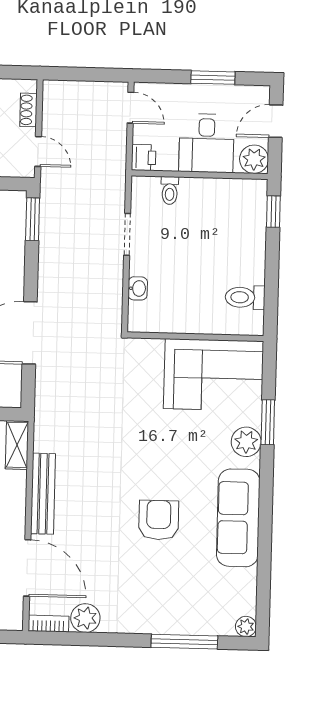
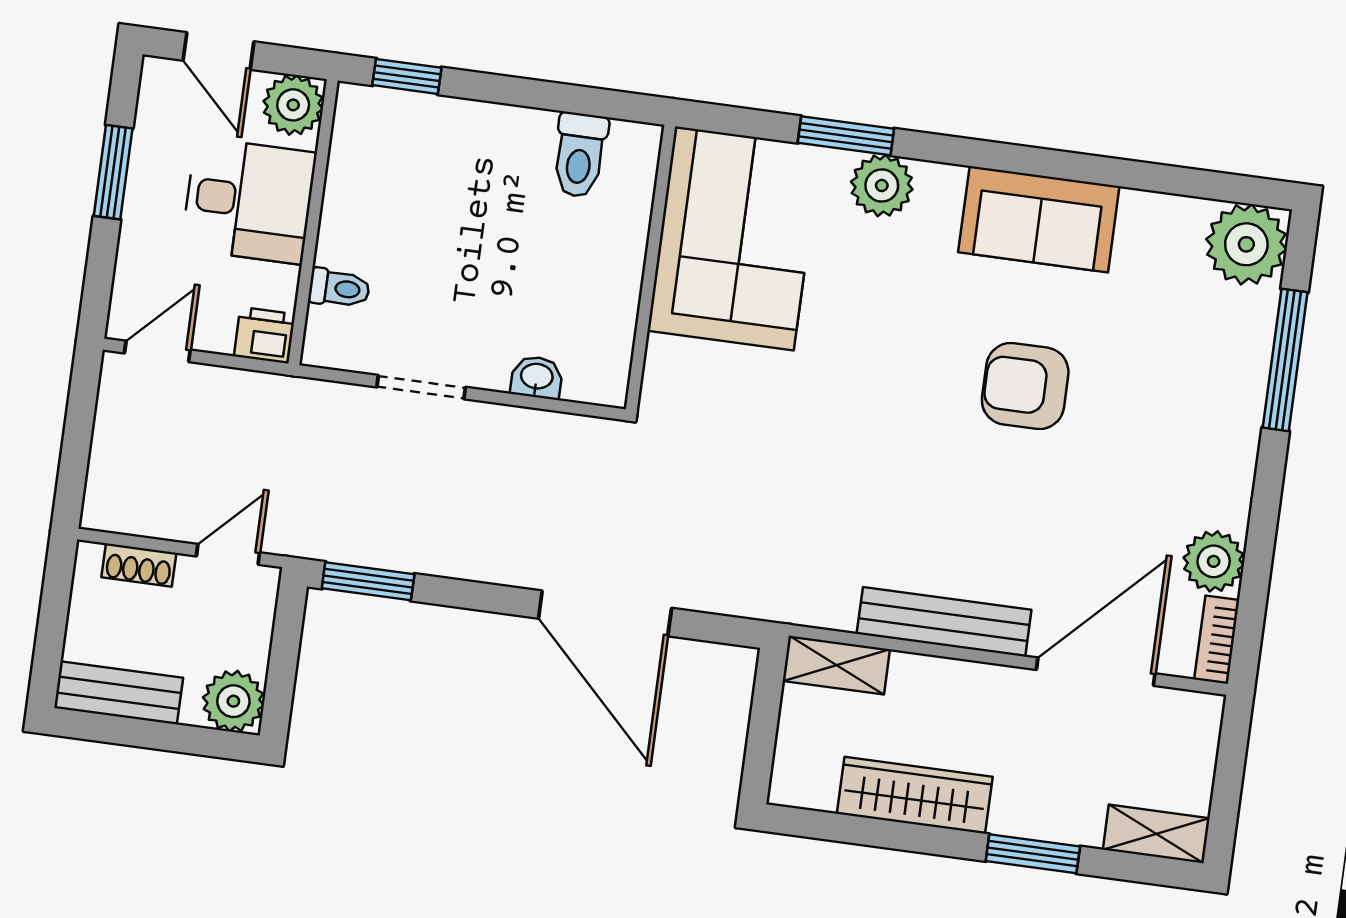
sofa: (238, 518) -> (1039, 219), width x0.73
plant: (246, 627) -> (1246, 244), width x1.87, depth x1.87

